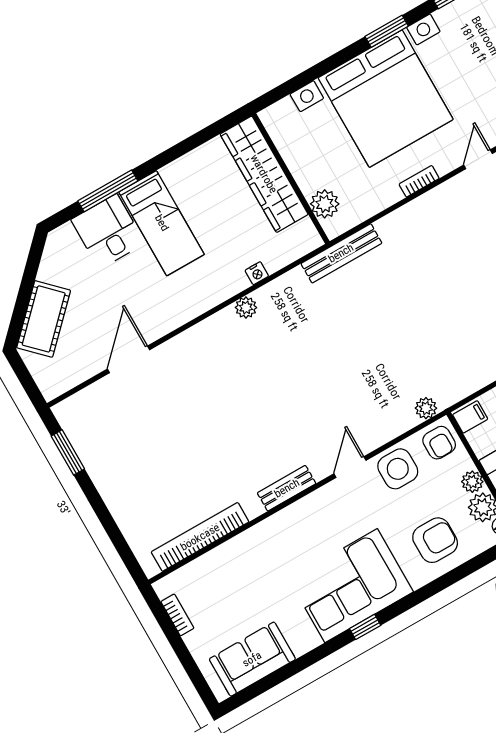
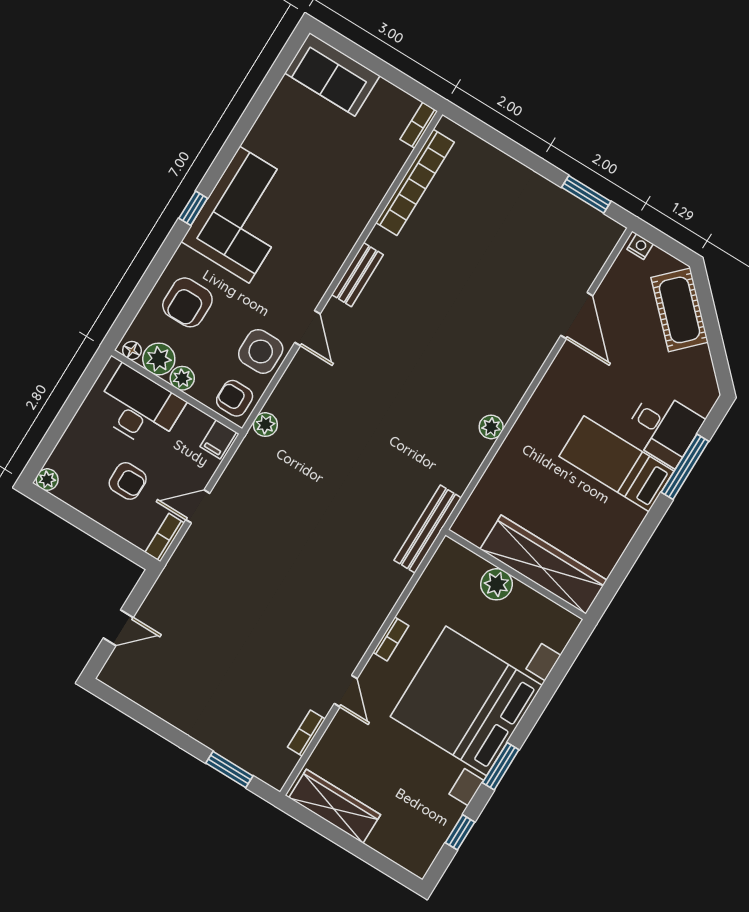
plant: (325, 204) -> (496, 584), moved
nightstand: (257, 273) -> (640, 247), moved, turned 90
bookcase: (177, 615) -> (419, 125), moved, turned 90
window: (365, 627) -> (193, 208), moved
sofa: (252, 659) -> (332, 74), moved, turned 90

